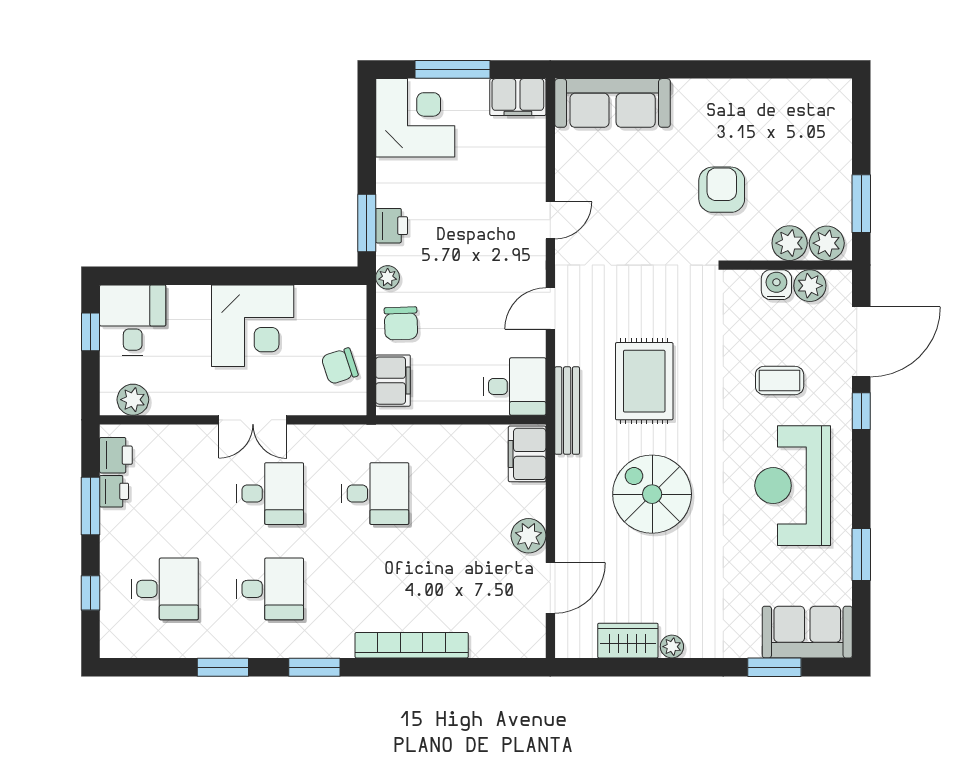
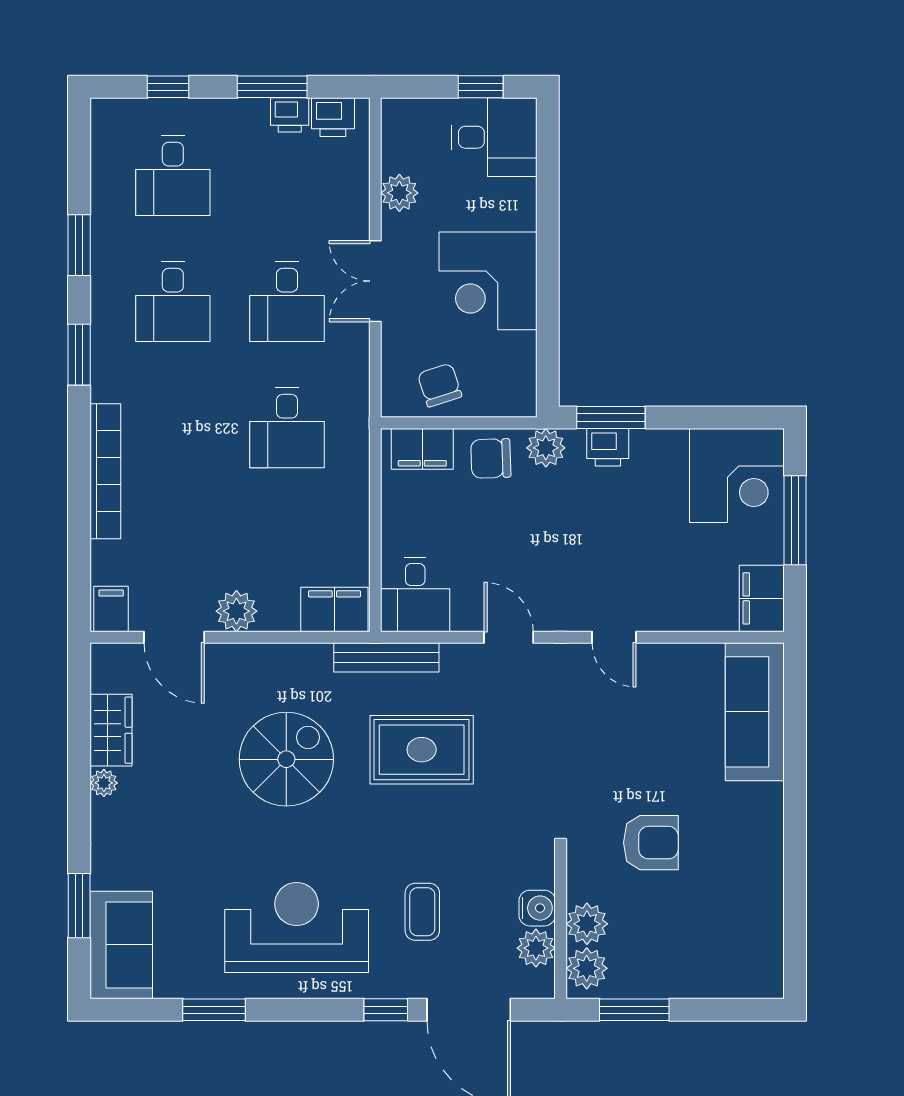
plant: (388, 277) -> (546, 448), width x1.38, depth x1.38
plant: (133, 400) -> (399, 193), moved
filing cabinet: (527, 640) -> (111, 609), added

